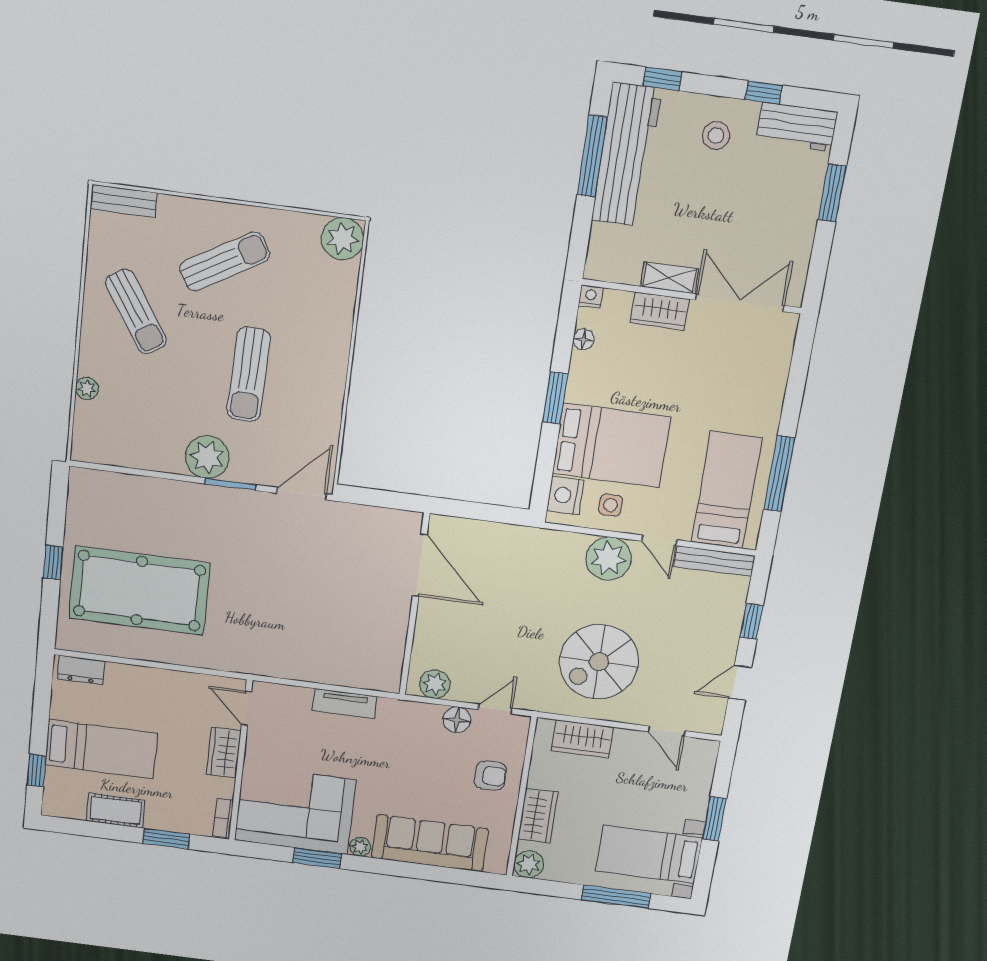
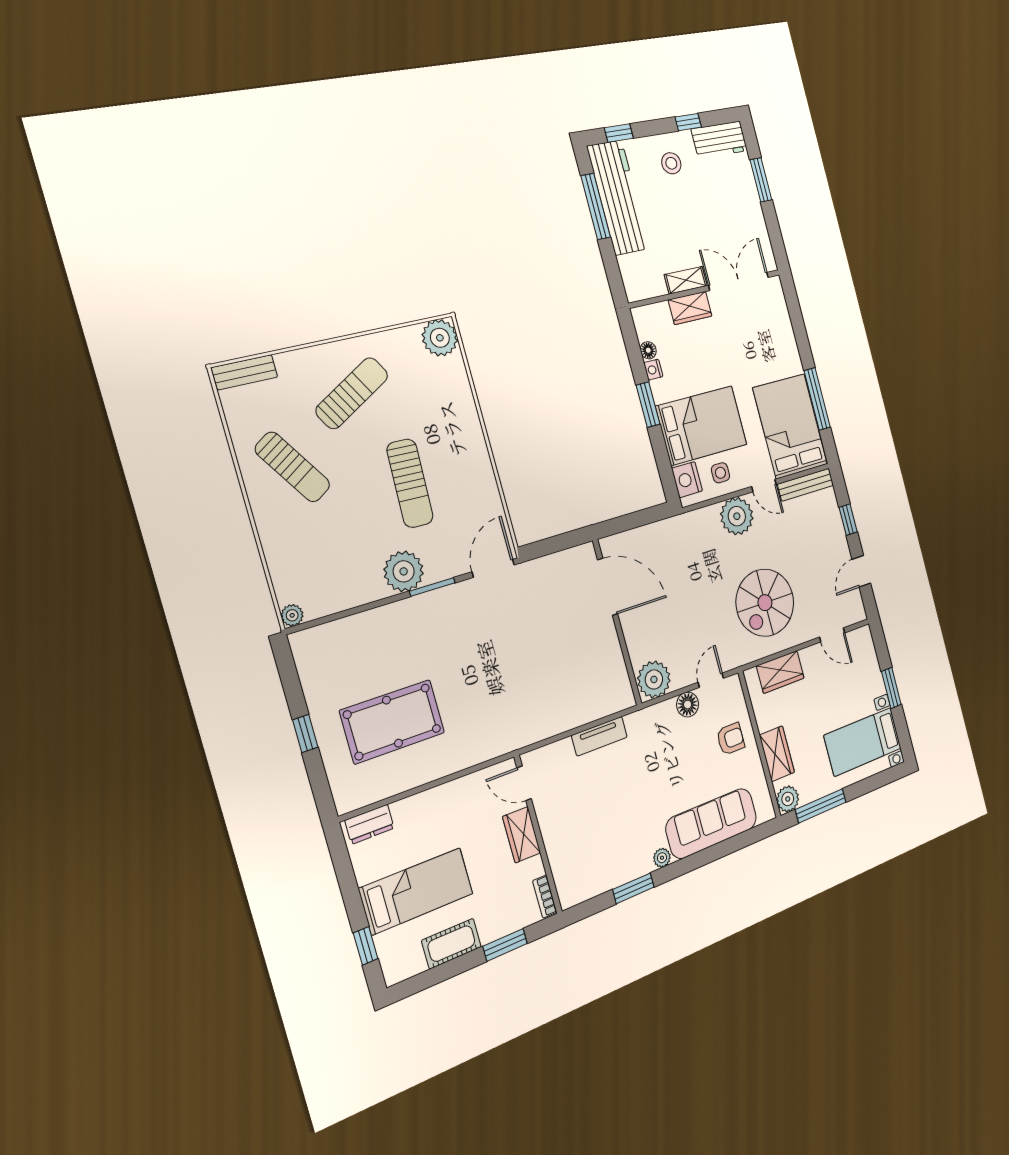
nightstand: (591, 297) -> (653, 370), moved, turned -90
plant: (87, 388) -> (292, 615), moved
bed: (727, 490) -> (790, 426), width x1.50
pool table: (139, 591) -> (392, 722), width x0.73, depth x0.76
plant: (435, 684) -> (654, 679), width x1.36, depth x1.36
corner sofa: (295, 810) -> (599, 855), removed
window: (616, 897) -> (821, 806), moved

